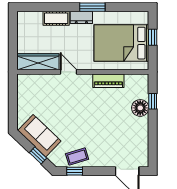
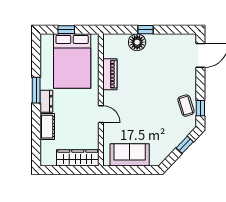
wardrobe: (38, 62) -> (78, 158), moved, turned 90
door: (69, 72) -> (101, 114), swing flipped
window: (153, 101) -> (145, 30), moved
sofa: (39, 136) -> (130, 155), moved, turned 46

